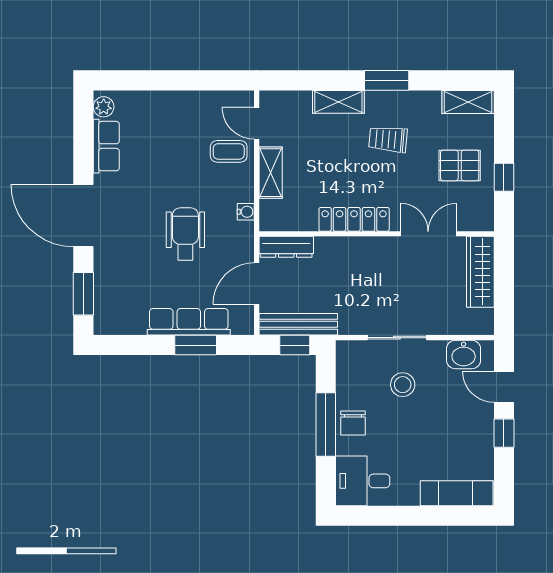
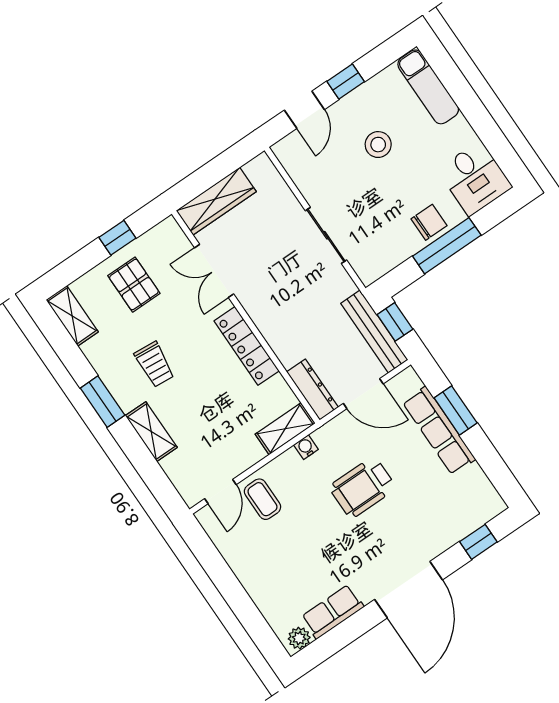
shelving: (271, 173) -> (285, 429), moved
window: (83, 294) -> (478, 542), width x0.67
washbasin: (464, 354) -> (300, 166), removed
stool: (403, 385) -> (378, 145), moved

